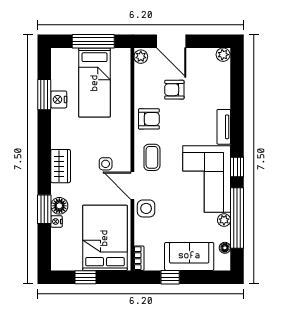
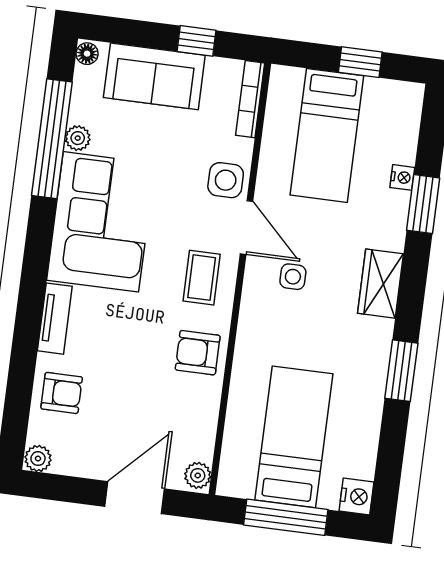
door: (171, 41) -> (135, 498), hinge flipped
armchair: (174, 90) -> (62, 393), moved
window: (44, 95) -> (401, 371), moved
nightstand: (59, 99) -> (356, 496), moved
window: (237, 167) -> (39, 237), removed
floor lamp: (59, 206) -> (393, 207), removed
bed: (105, 238) -> (327, 135), width x0.67
floor lamp: (225, 248) -> (87, 54), moved
bookcase: (139, 258) -> (250, 99), width x1.56

